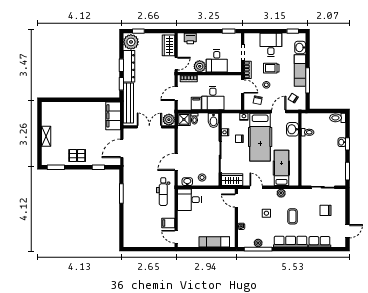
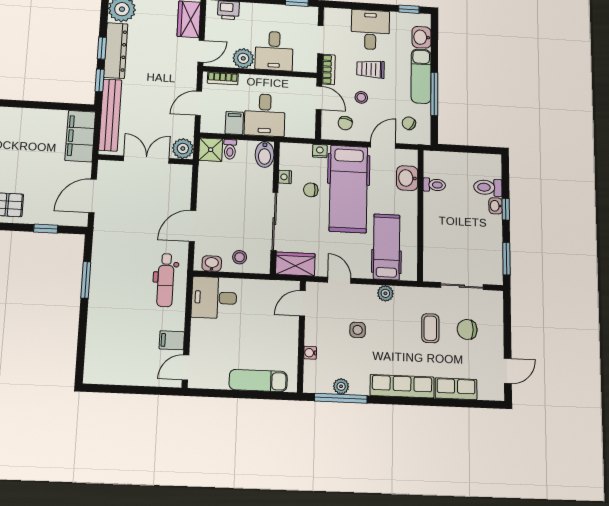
toilet: (338, 118) -> (488, 187), moved
door: (236, 201) -> (302, 303), hinge flipped
coffee table: (292, 216) -> (430, 328), moved
door: (176, 237) -> (186, 367), hinge flipped

